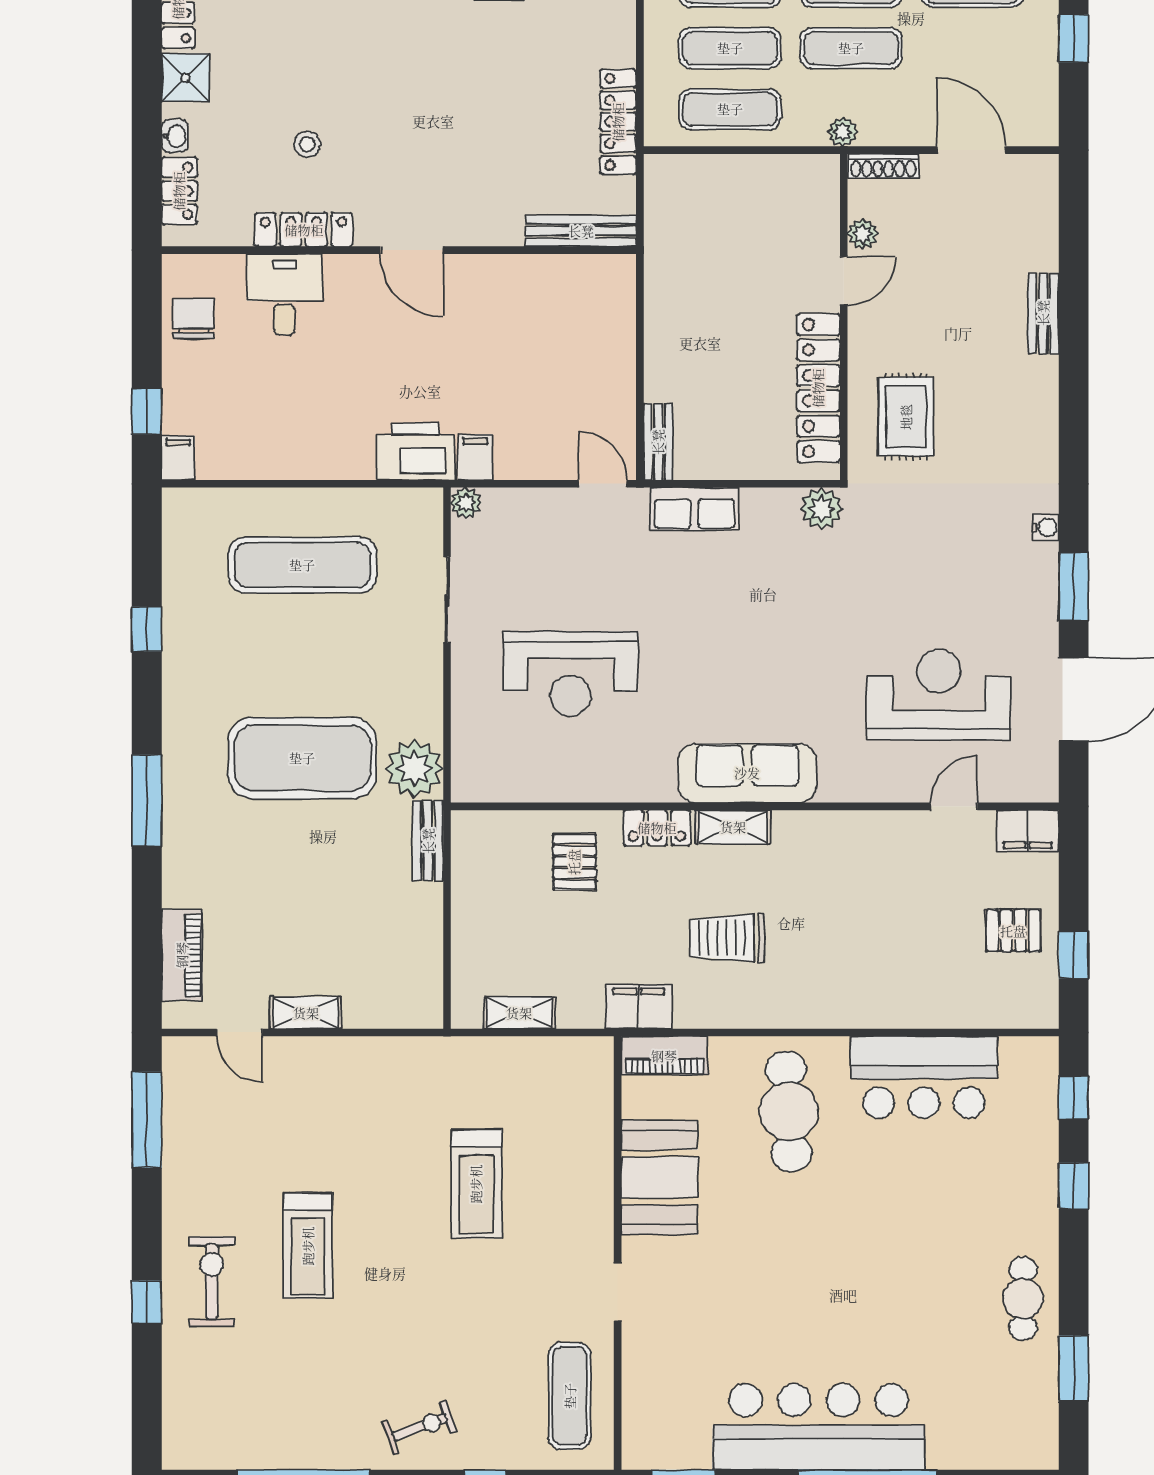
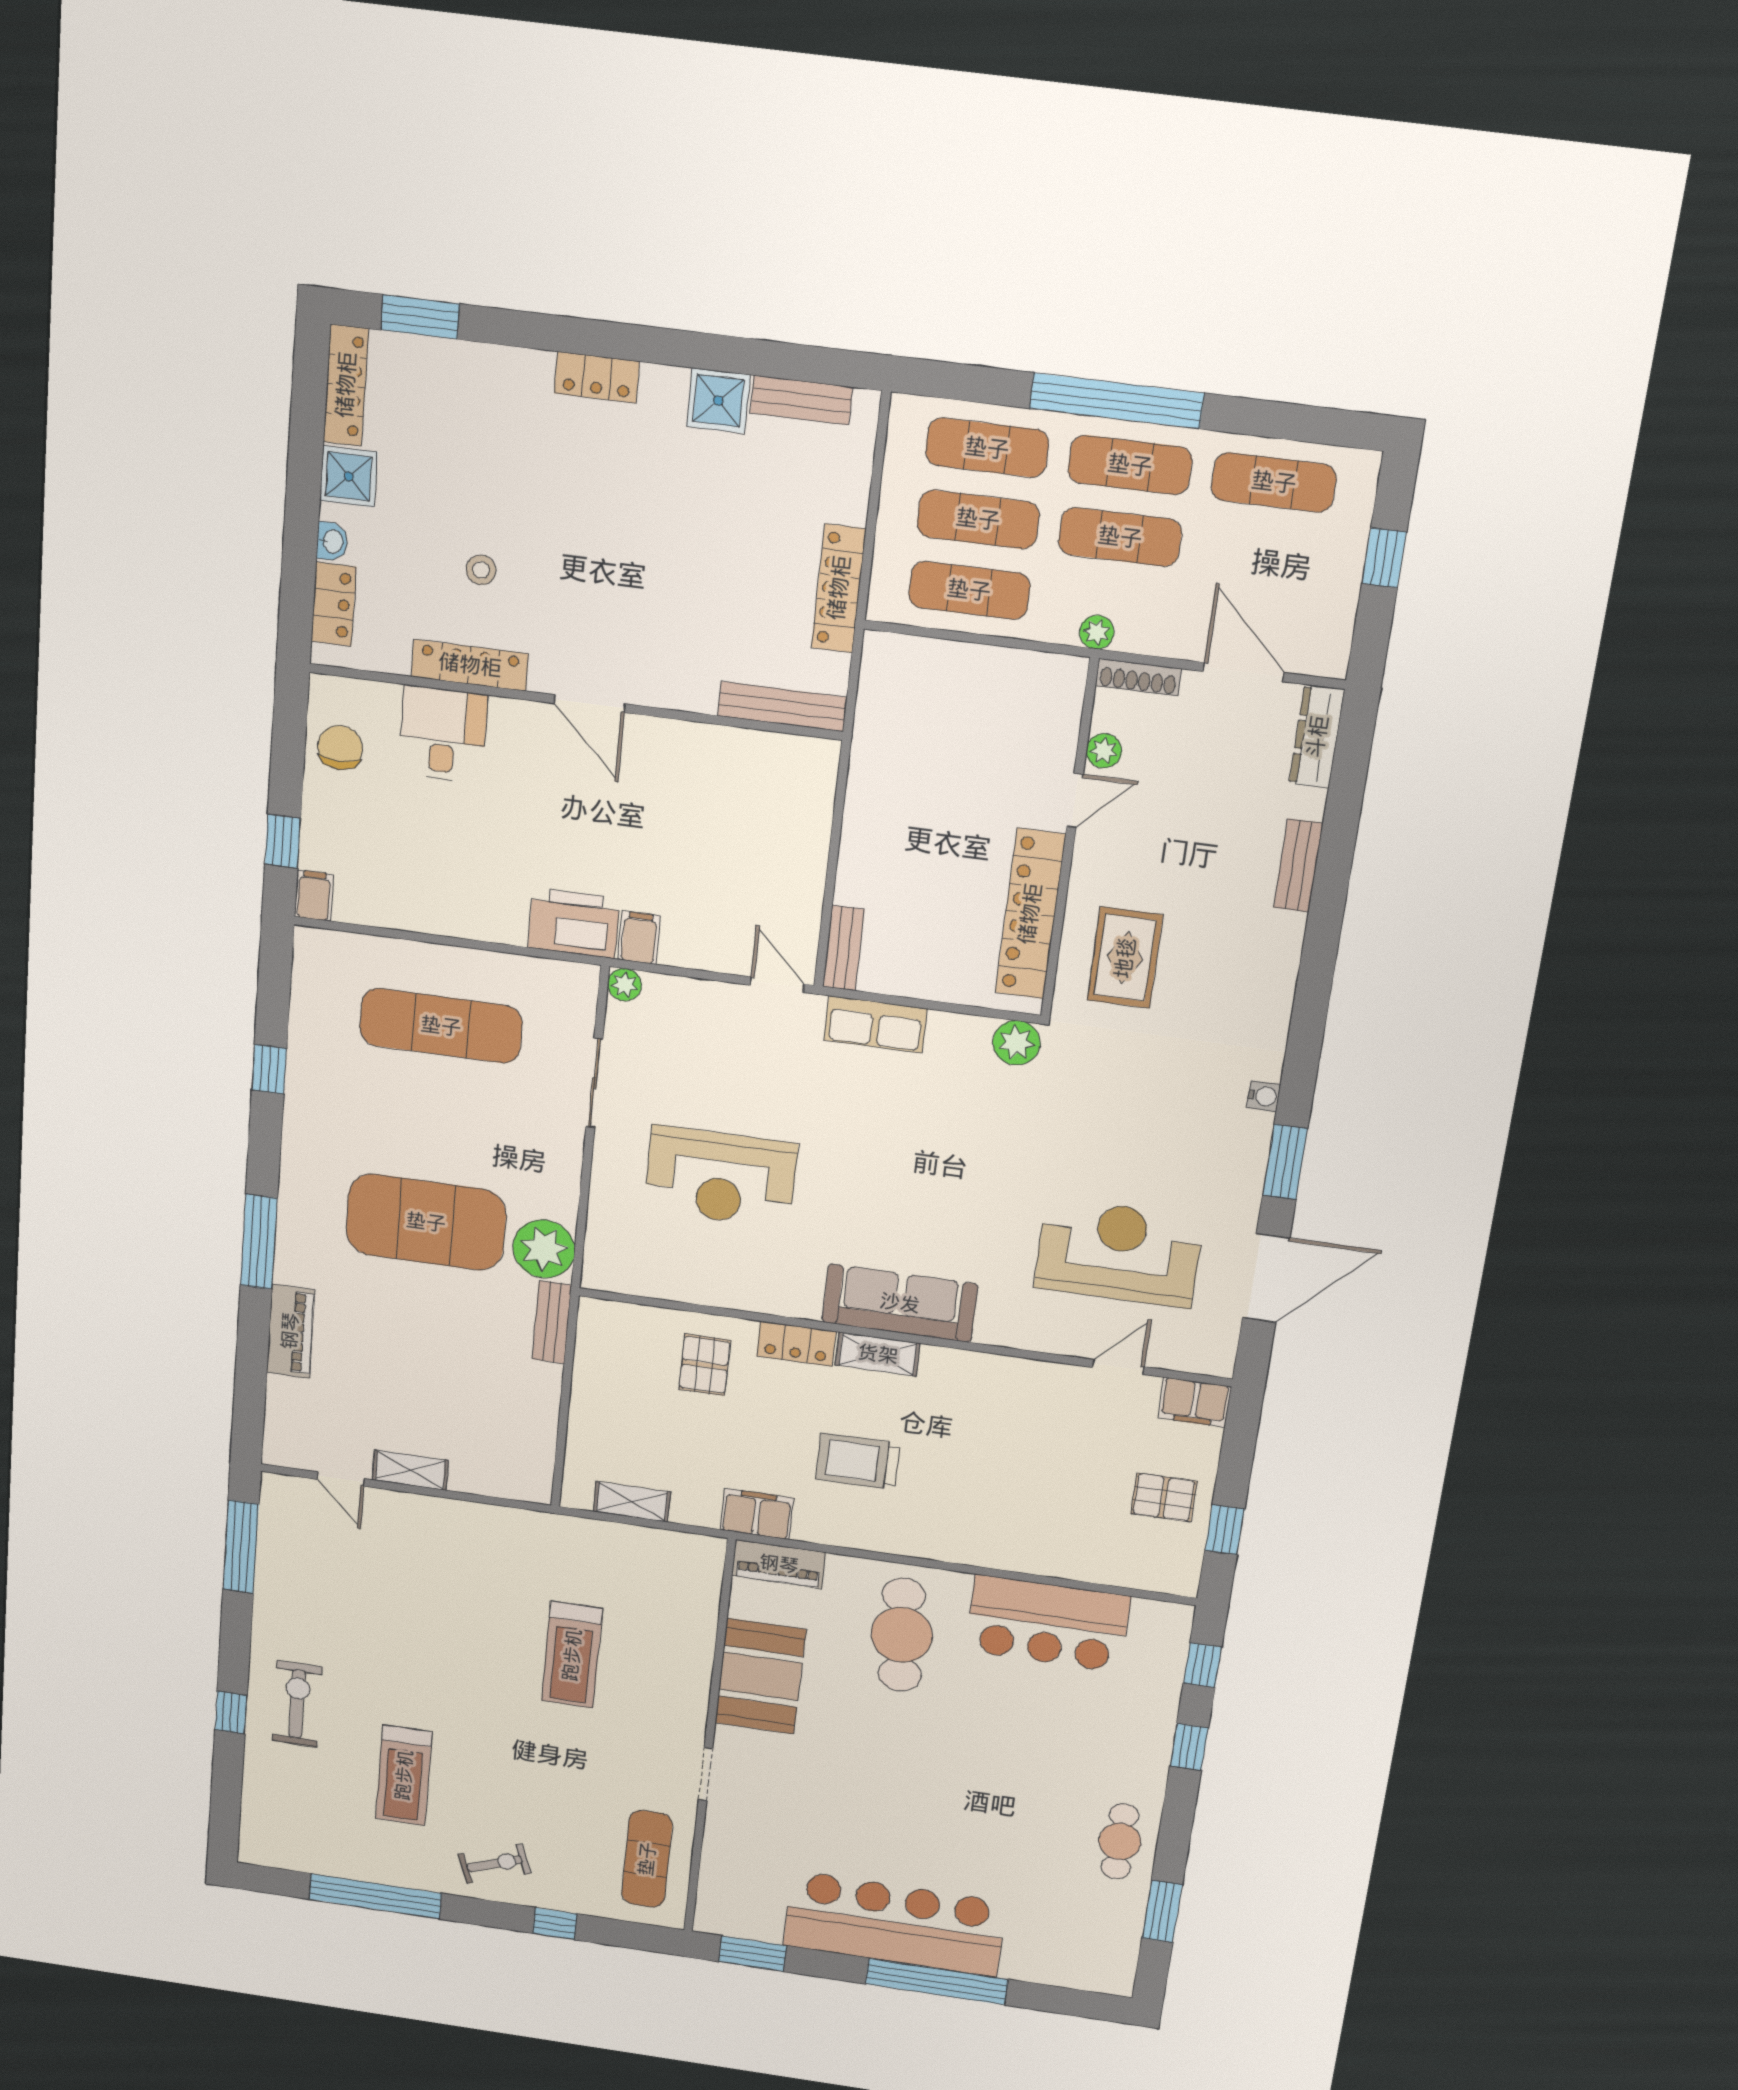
dresser: (1042, 198) -> (1317, 737), added
piano: (182, 955) -> (290, 1331), moved
treadmill: (308, 1246) -> (404, 1775), moved

